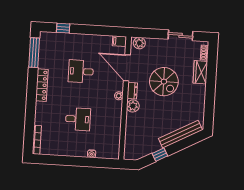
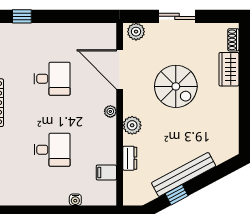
sliding door: (181, 35) -> (177, 16), moved
filing cabinet: (119, 41) -> (106, 173), moved
desk: (81, 71) -> (52, 79), turned 180
dresser: (132, 91) -> (130, 158), moved
bench: (180, 134) -> (184, 174), moved

